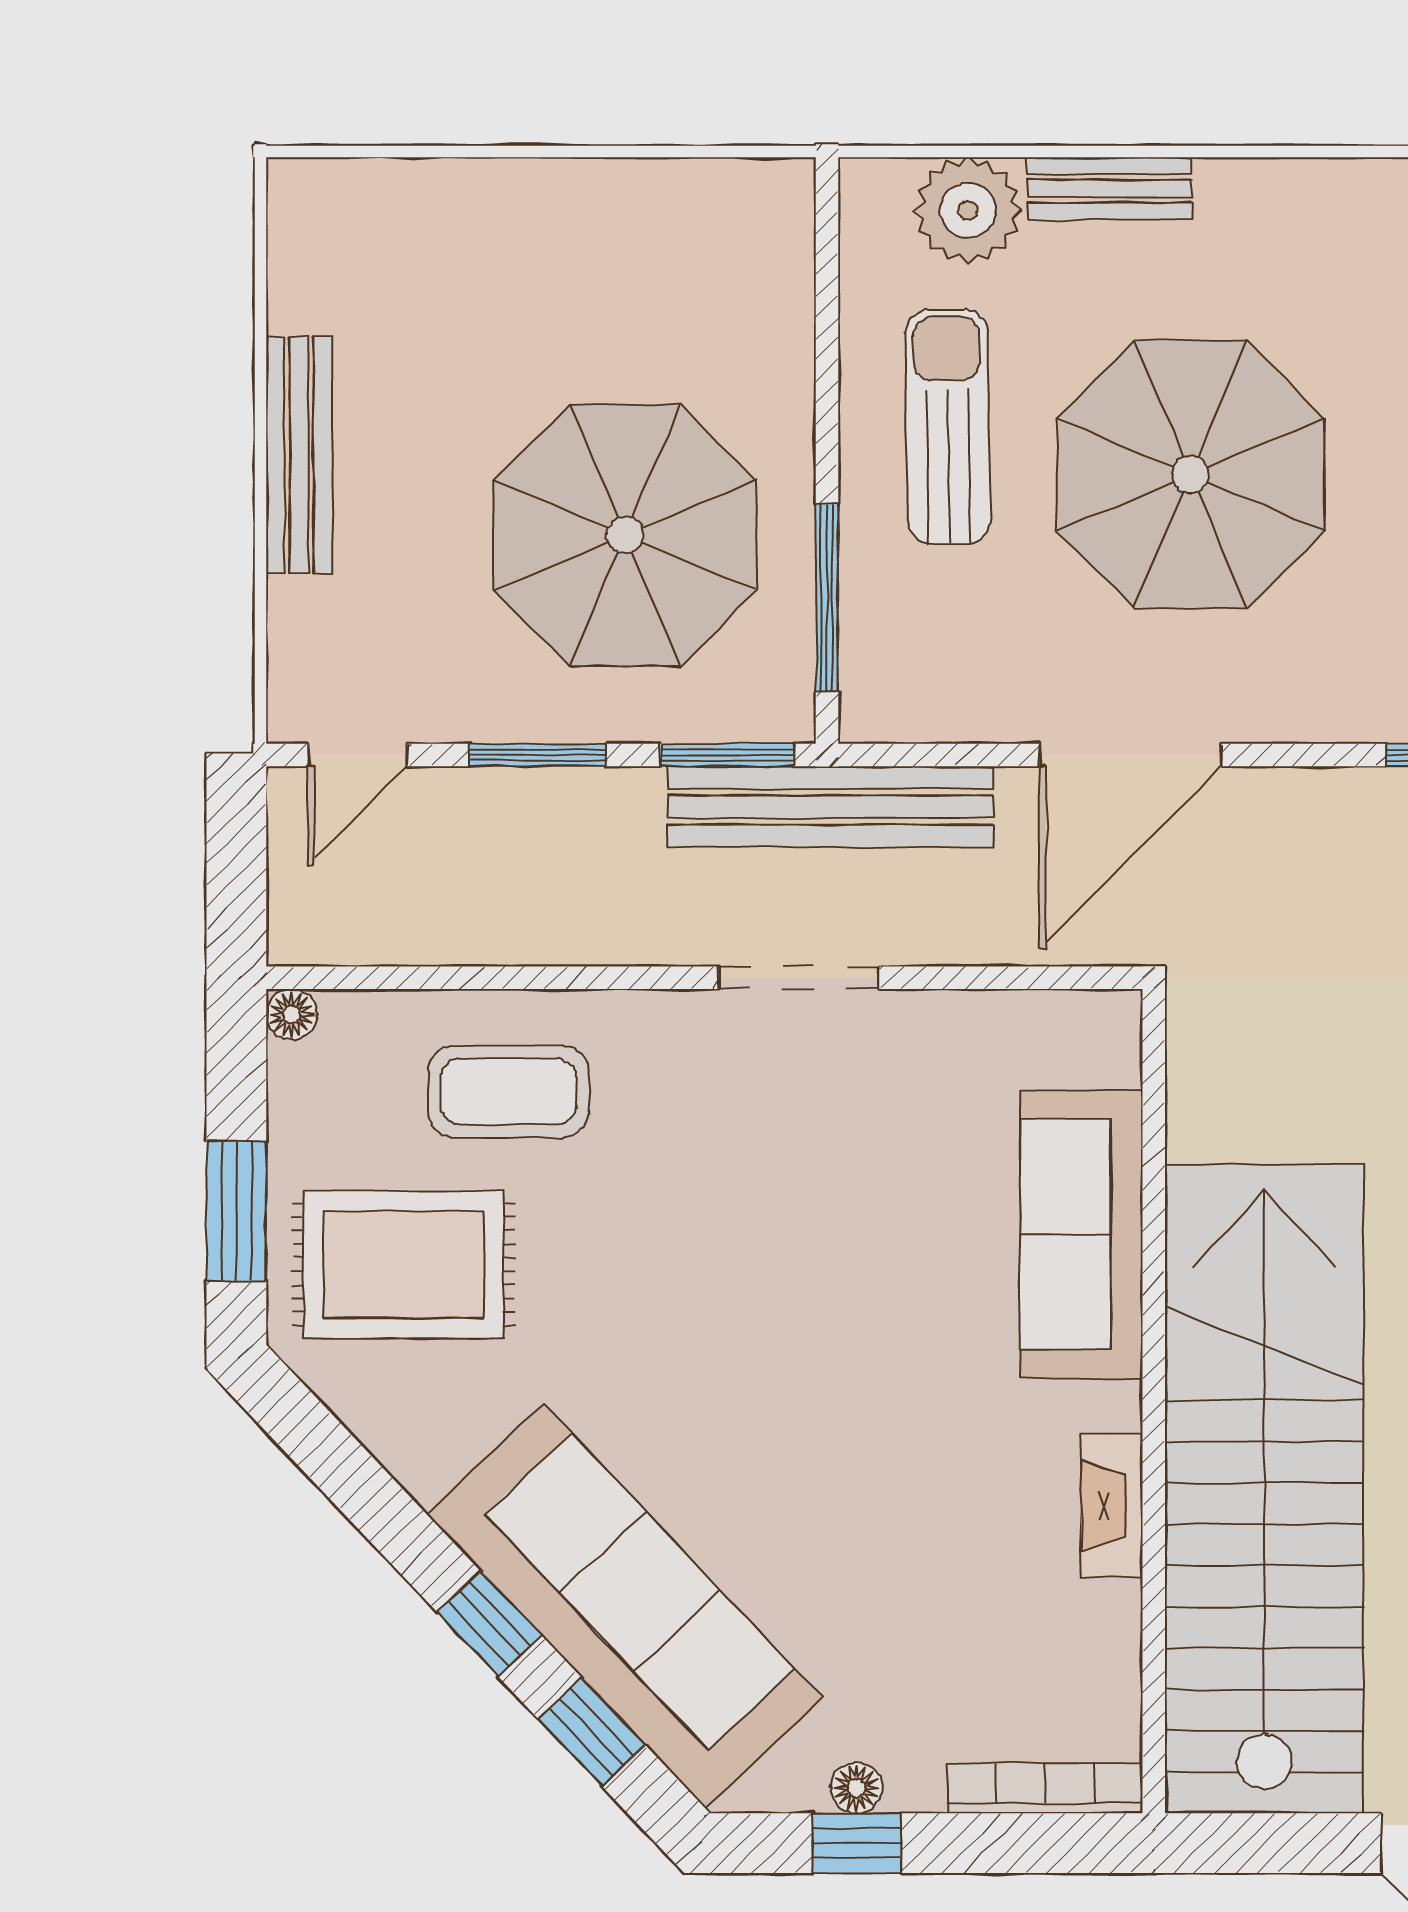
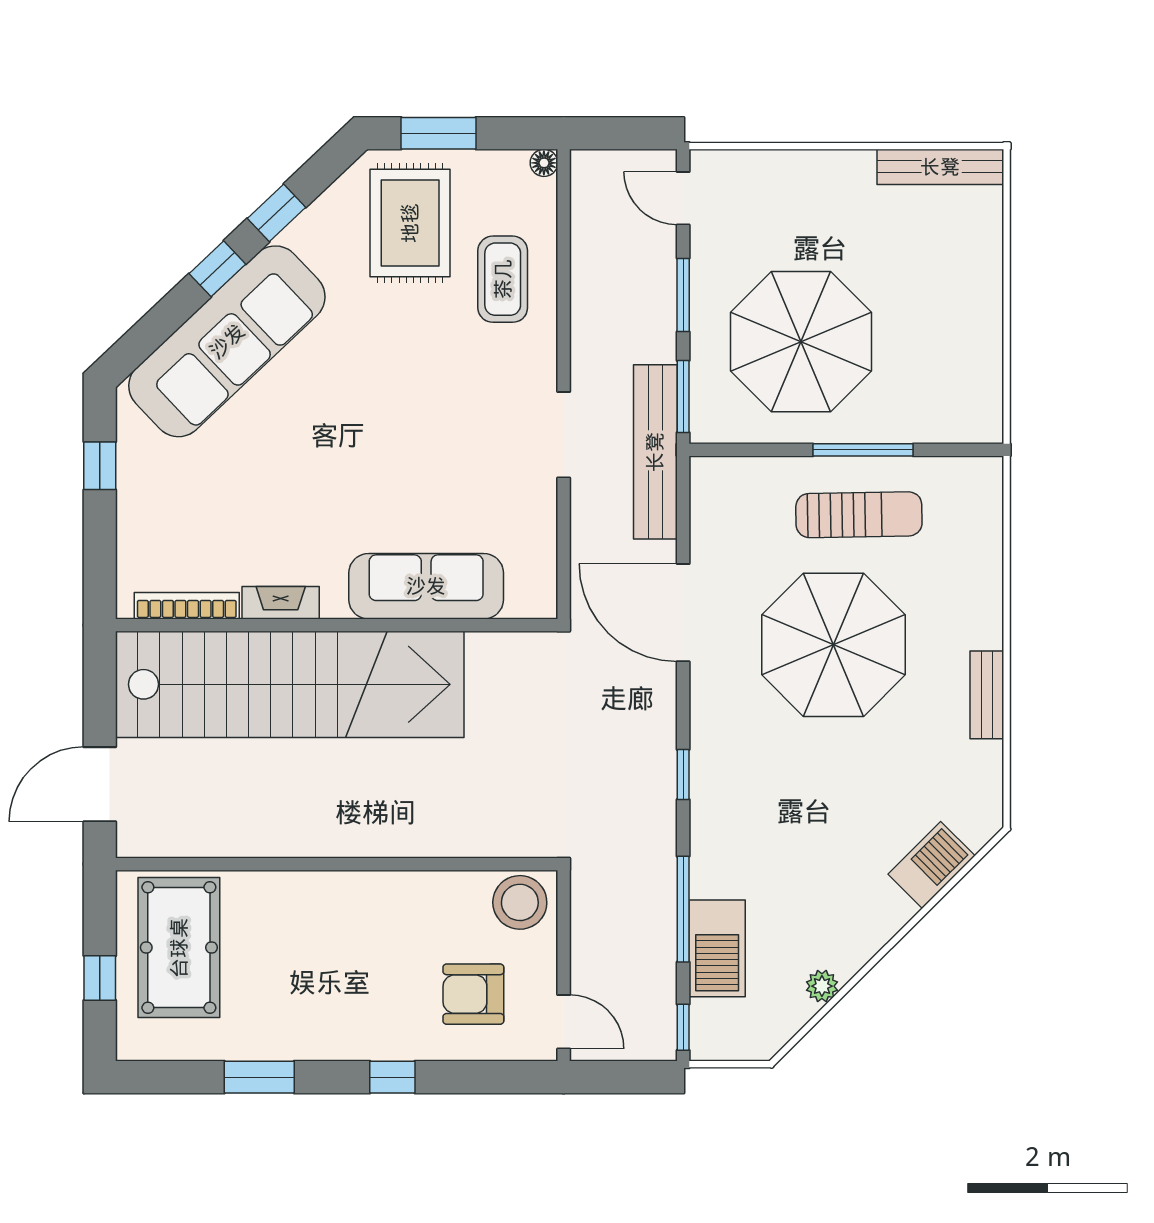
bench: (1109, 188) -> (987, 695), moved
plant: (968, 210) -> (975, 525), removed
bench: (299, 455) -> (940, 167), moved
window: (827, 598) -> (863, 450), moved
window: (592, 1732) -> (276, 213), moved
floor lamp: (856, 1788) -> (129, 466), removed
bookcase: (1045, 1789) -> (187, 606), moved, turned -90

